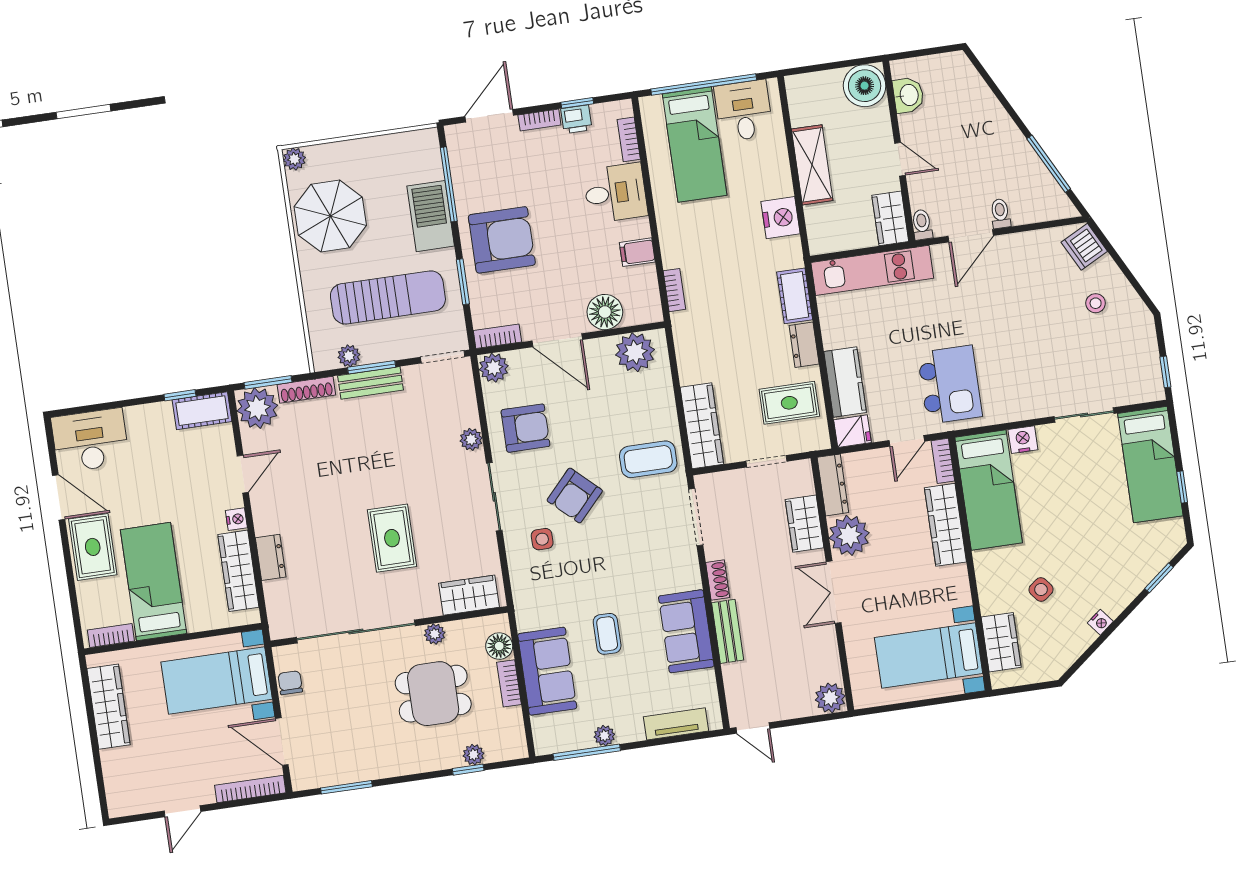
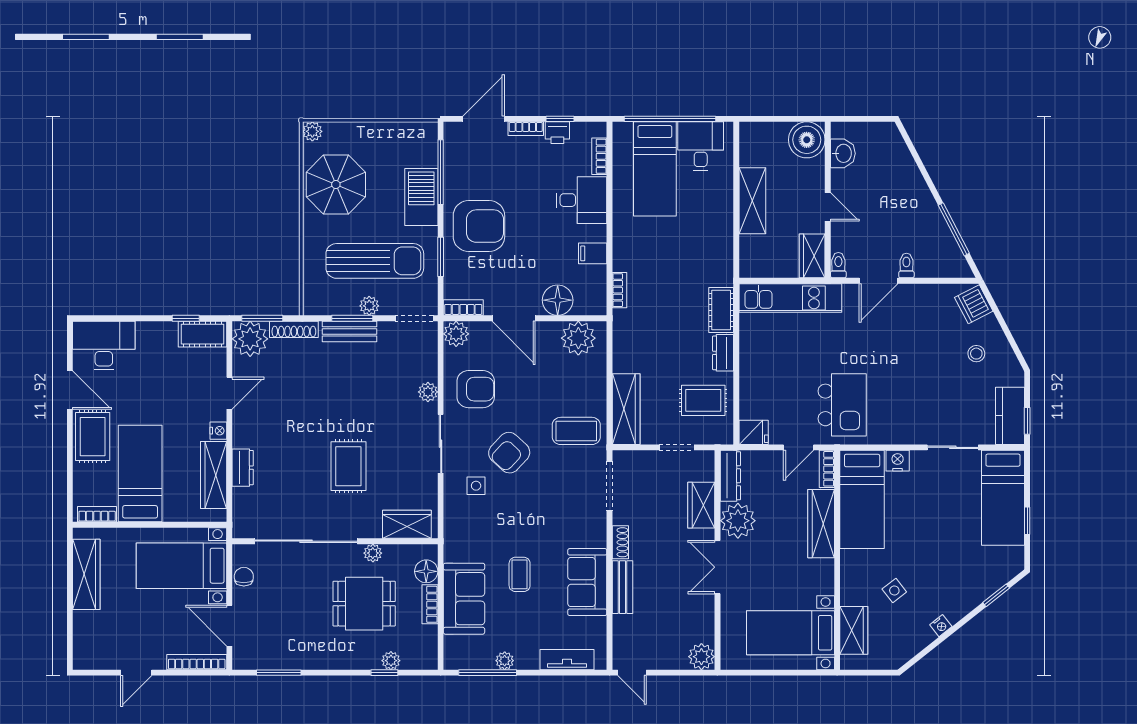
nightstand: (780, 218) -> (719, 242), removed
plant: (349, 356) -> (369, 306), moved
kitchen counter: (845, 382) -> (1010, 416), moved, turned 180

